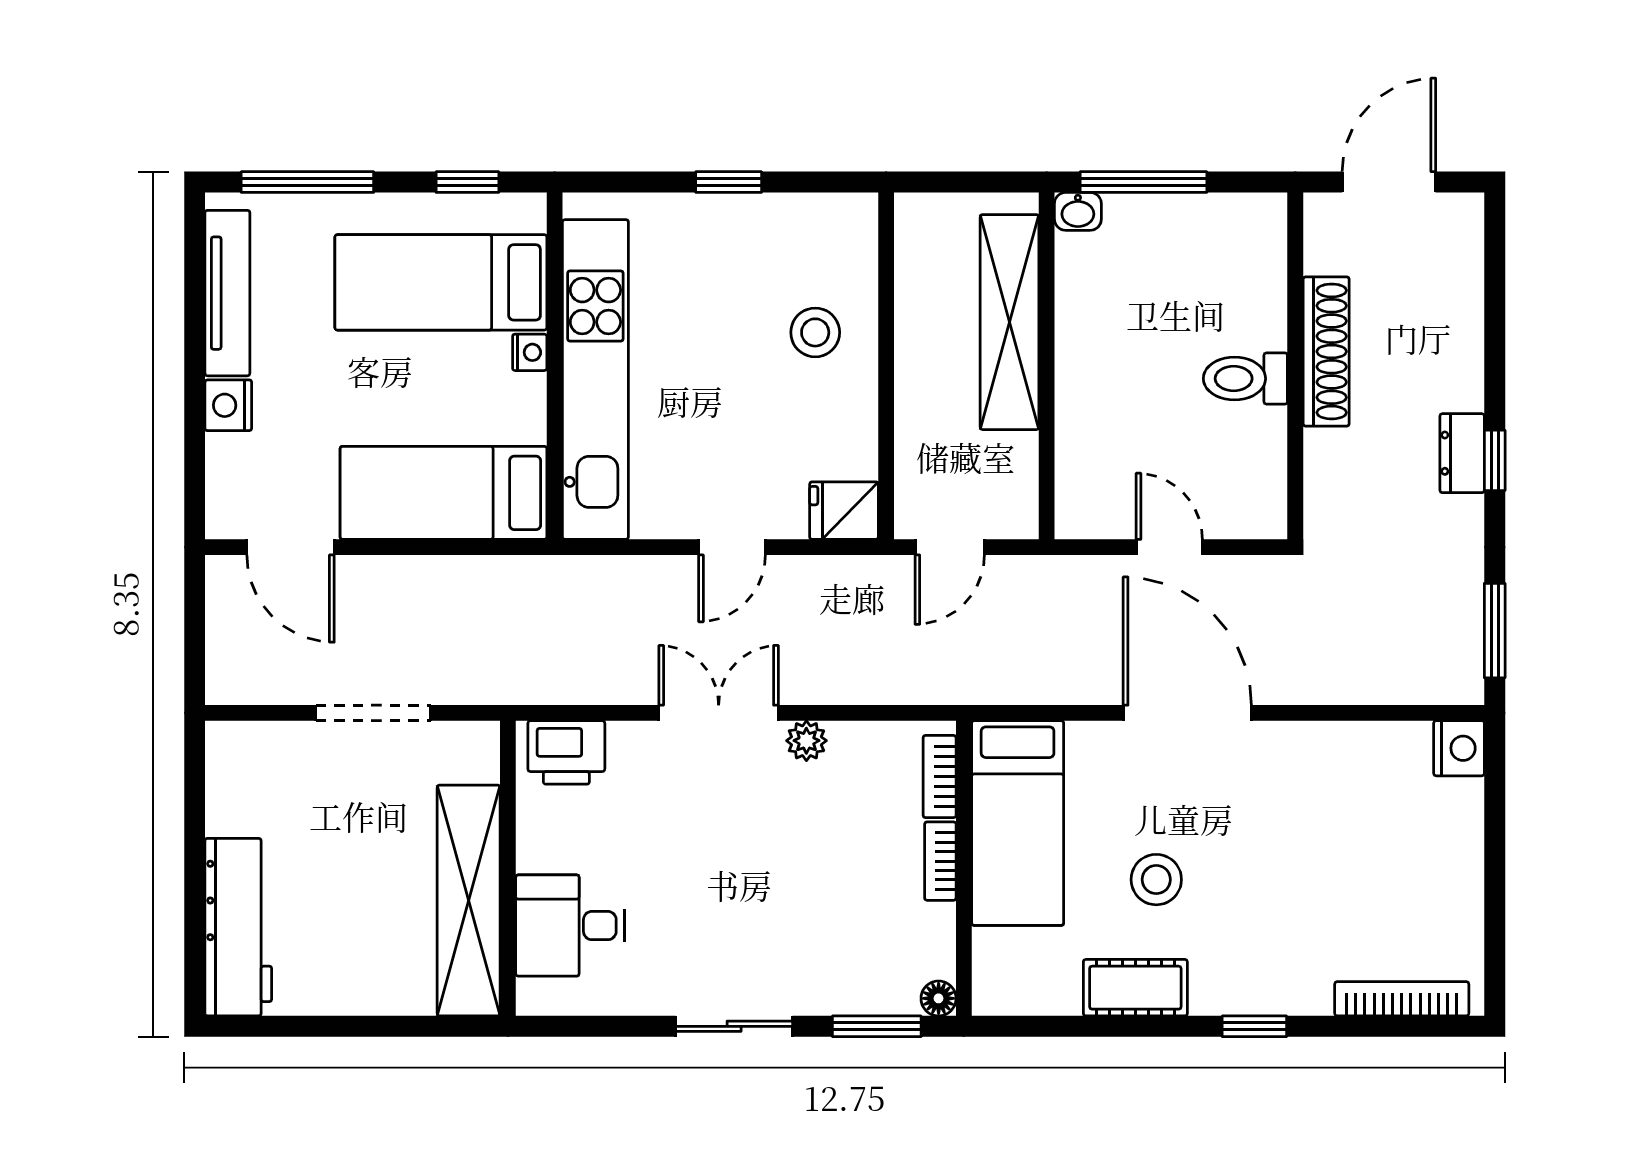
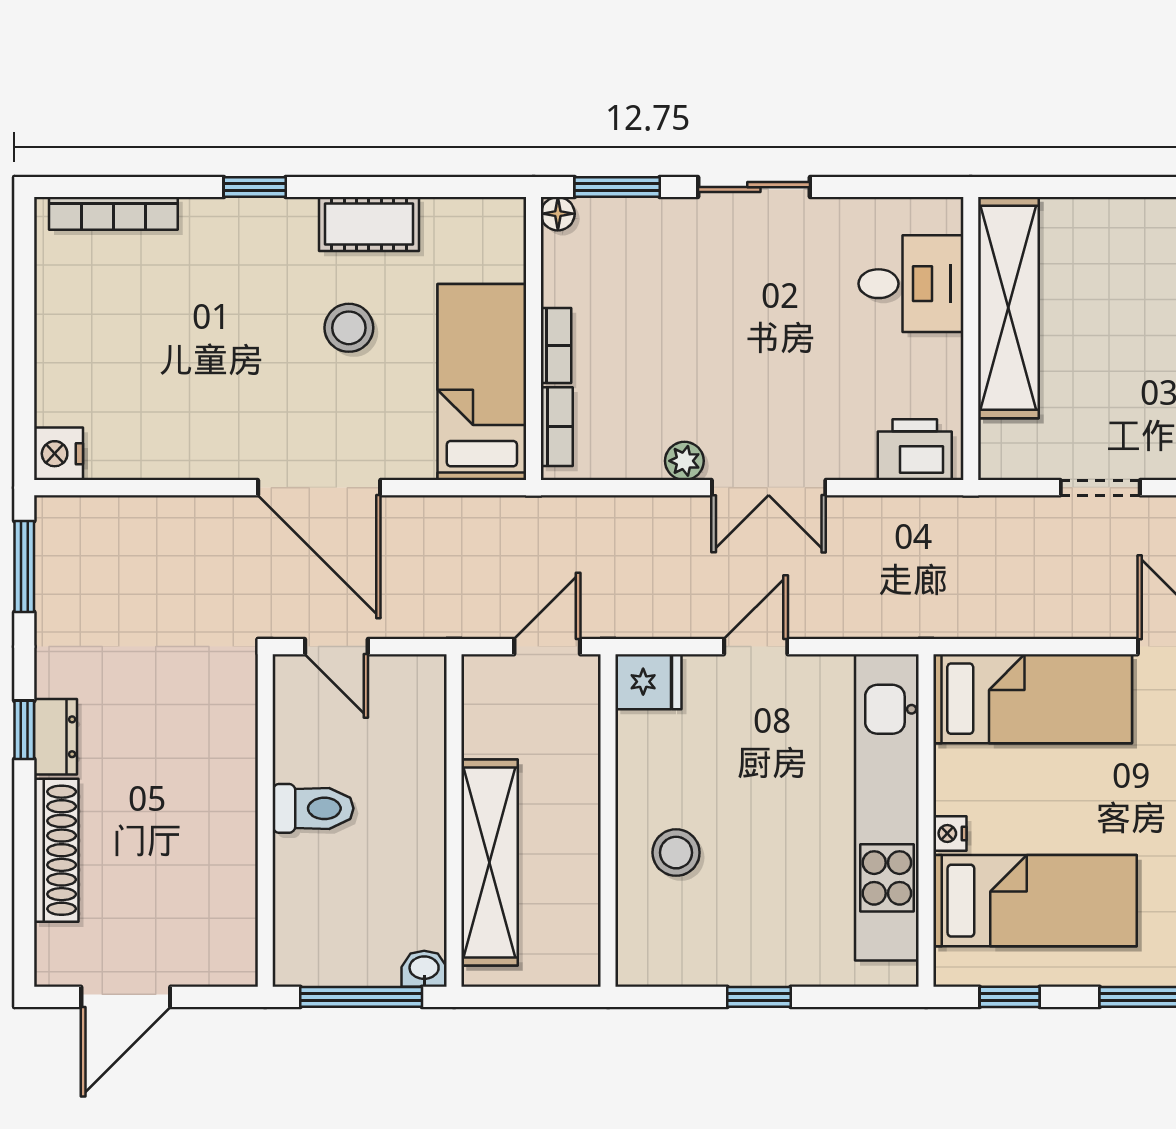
shoe rack: (1326, 351) -> (56, 850), moved, turned 180
wall: (1295, 366) -> (265, 820), moved
toilet: (1245, 379) -> (313, 808), moved
doorway: (373, 713) -> (1100, 488), width x0.73

